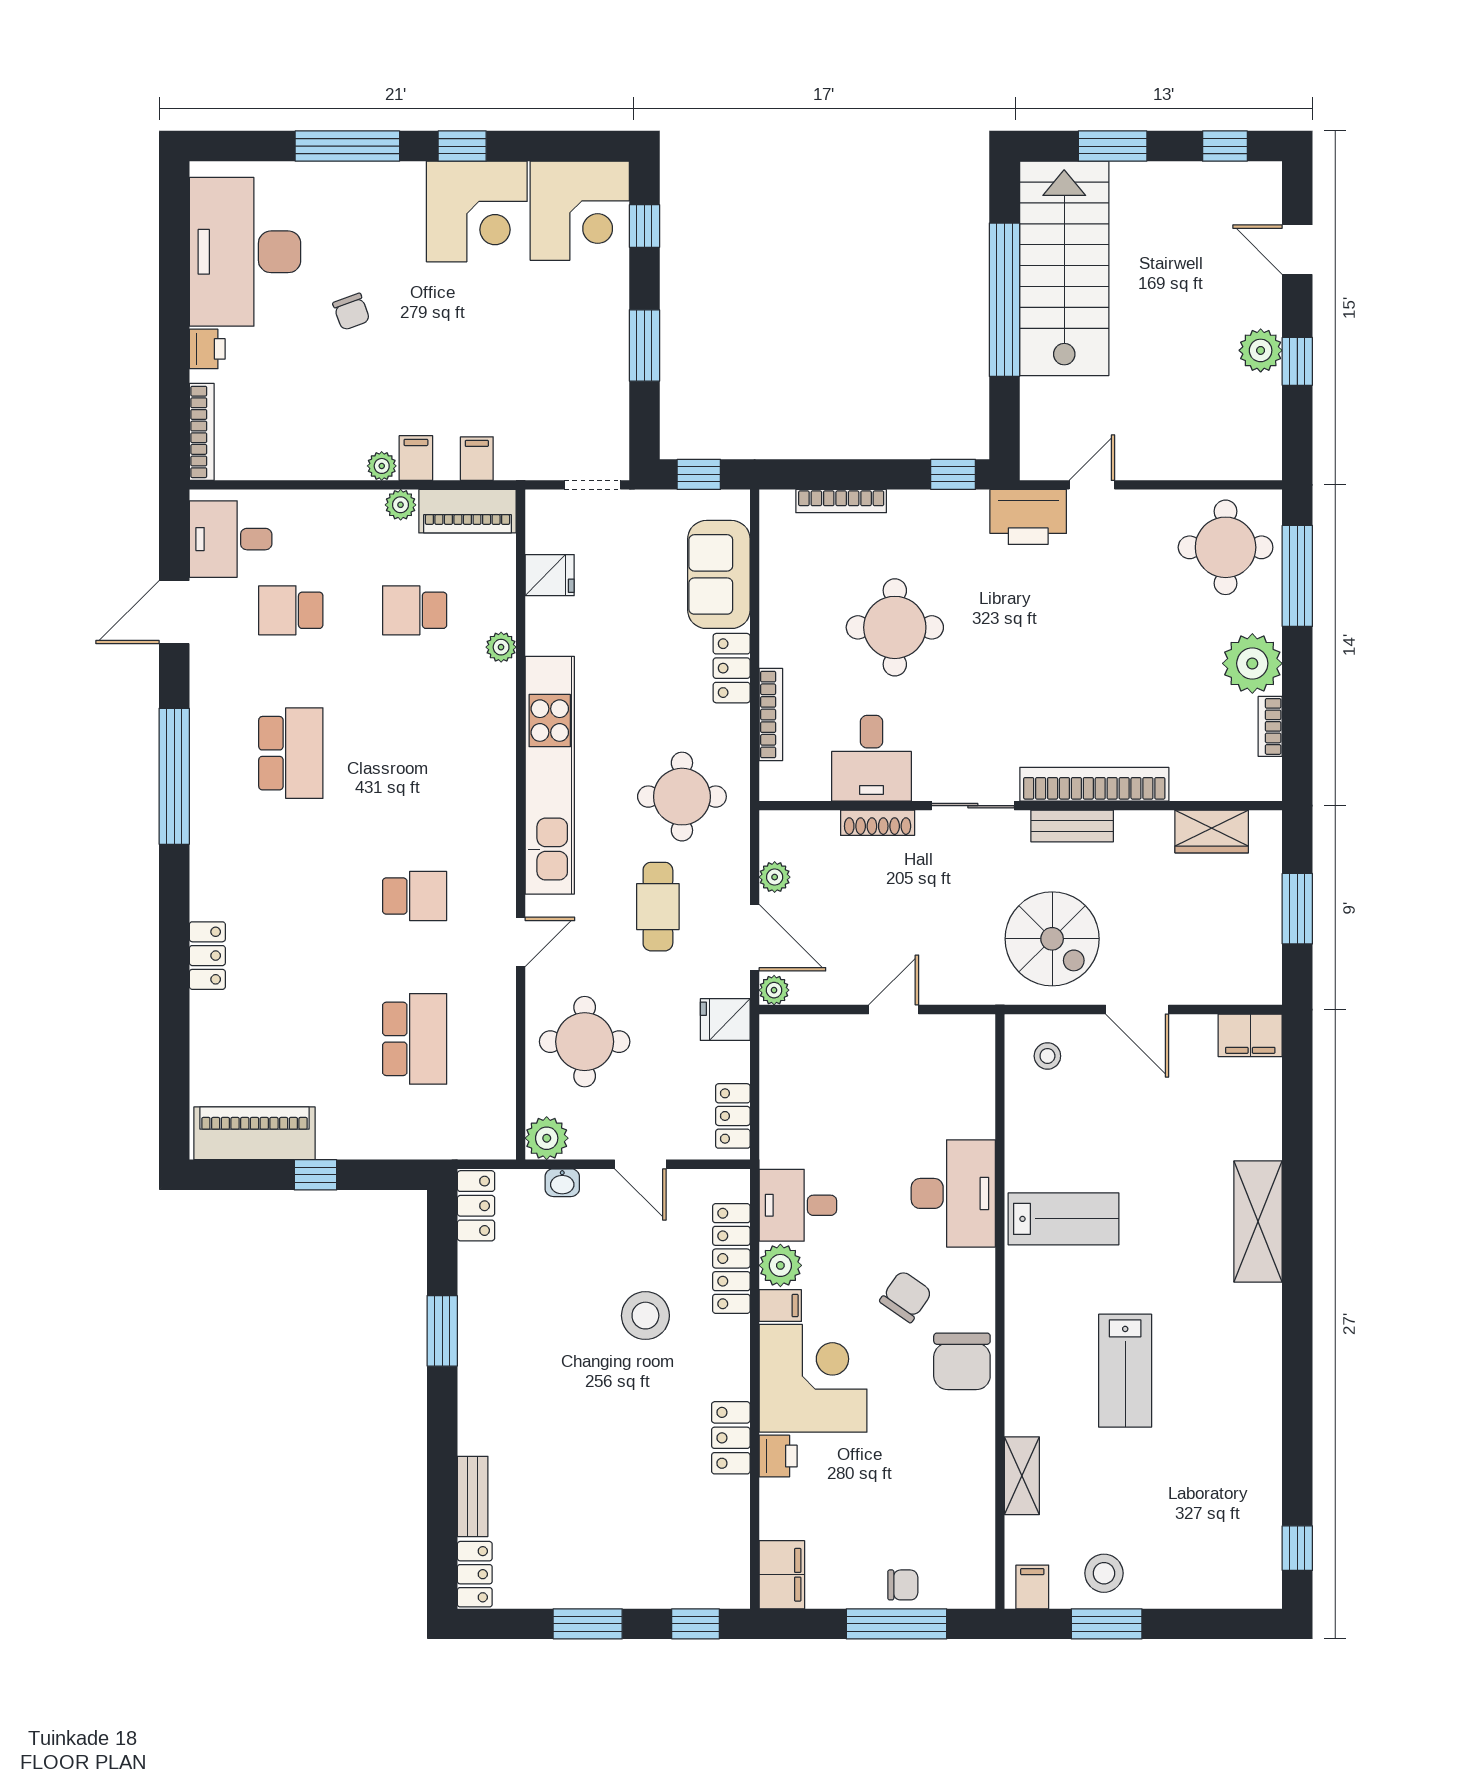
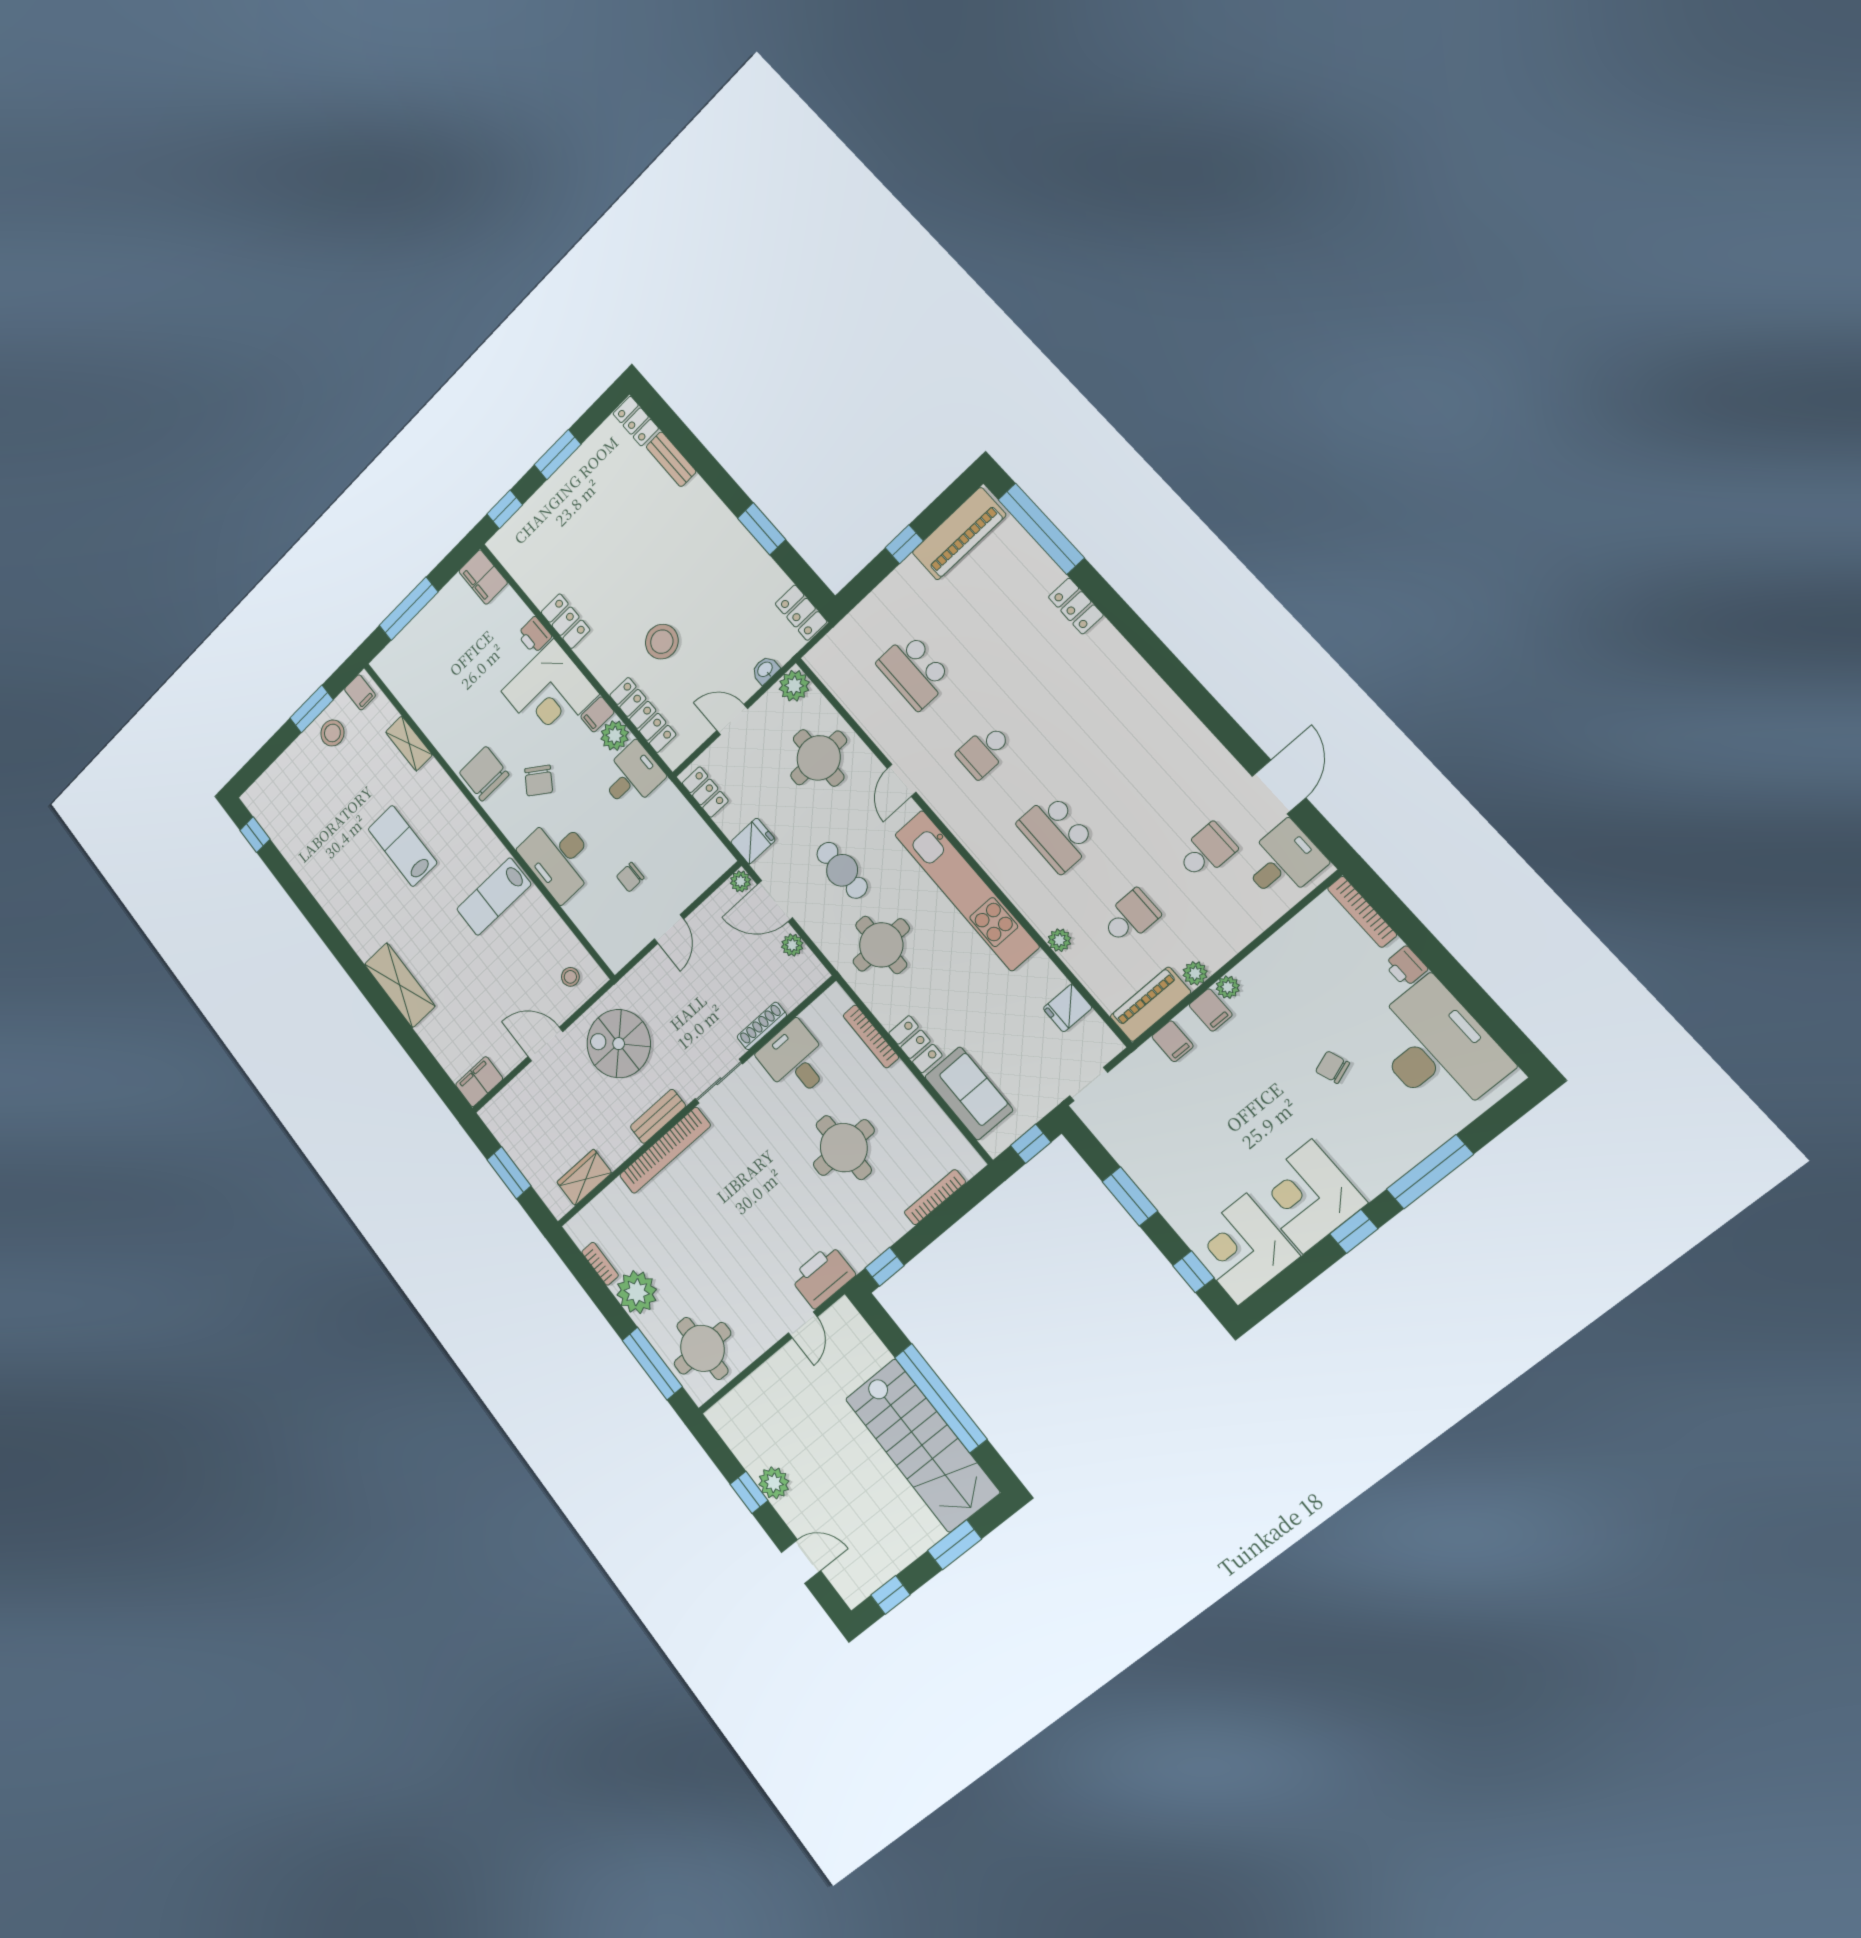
school desk: (291, 753) -> (1056, 833), moved
window: (174, 776) -> (1041, 529), moved
chair: (903, 1585) -> (630, 877), moved

